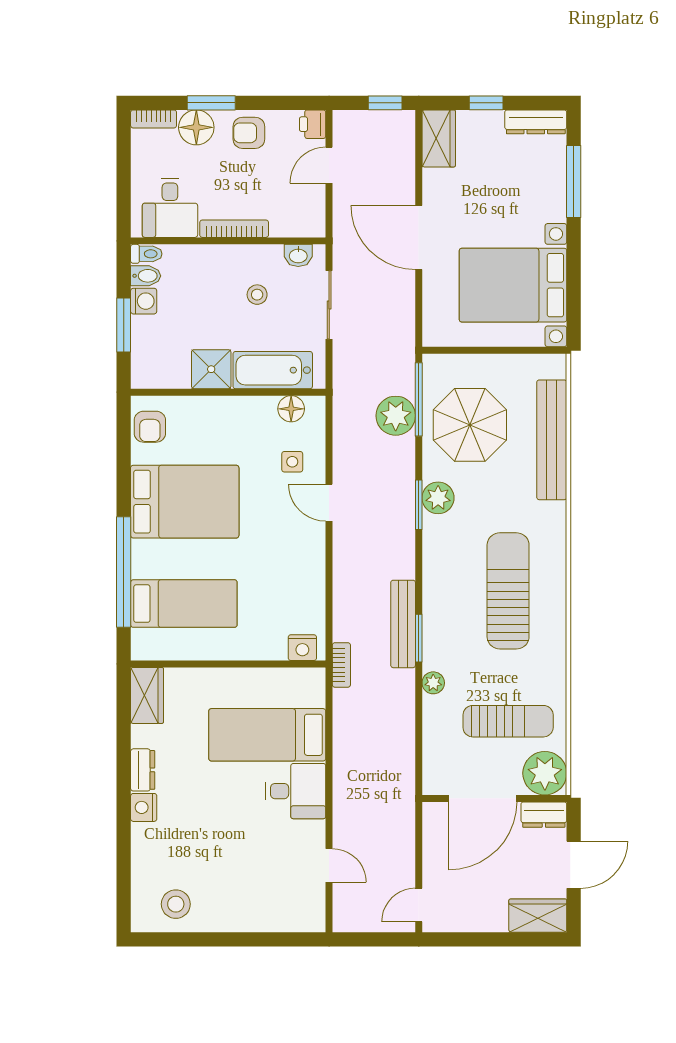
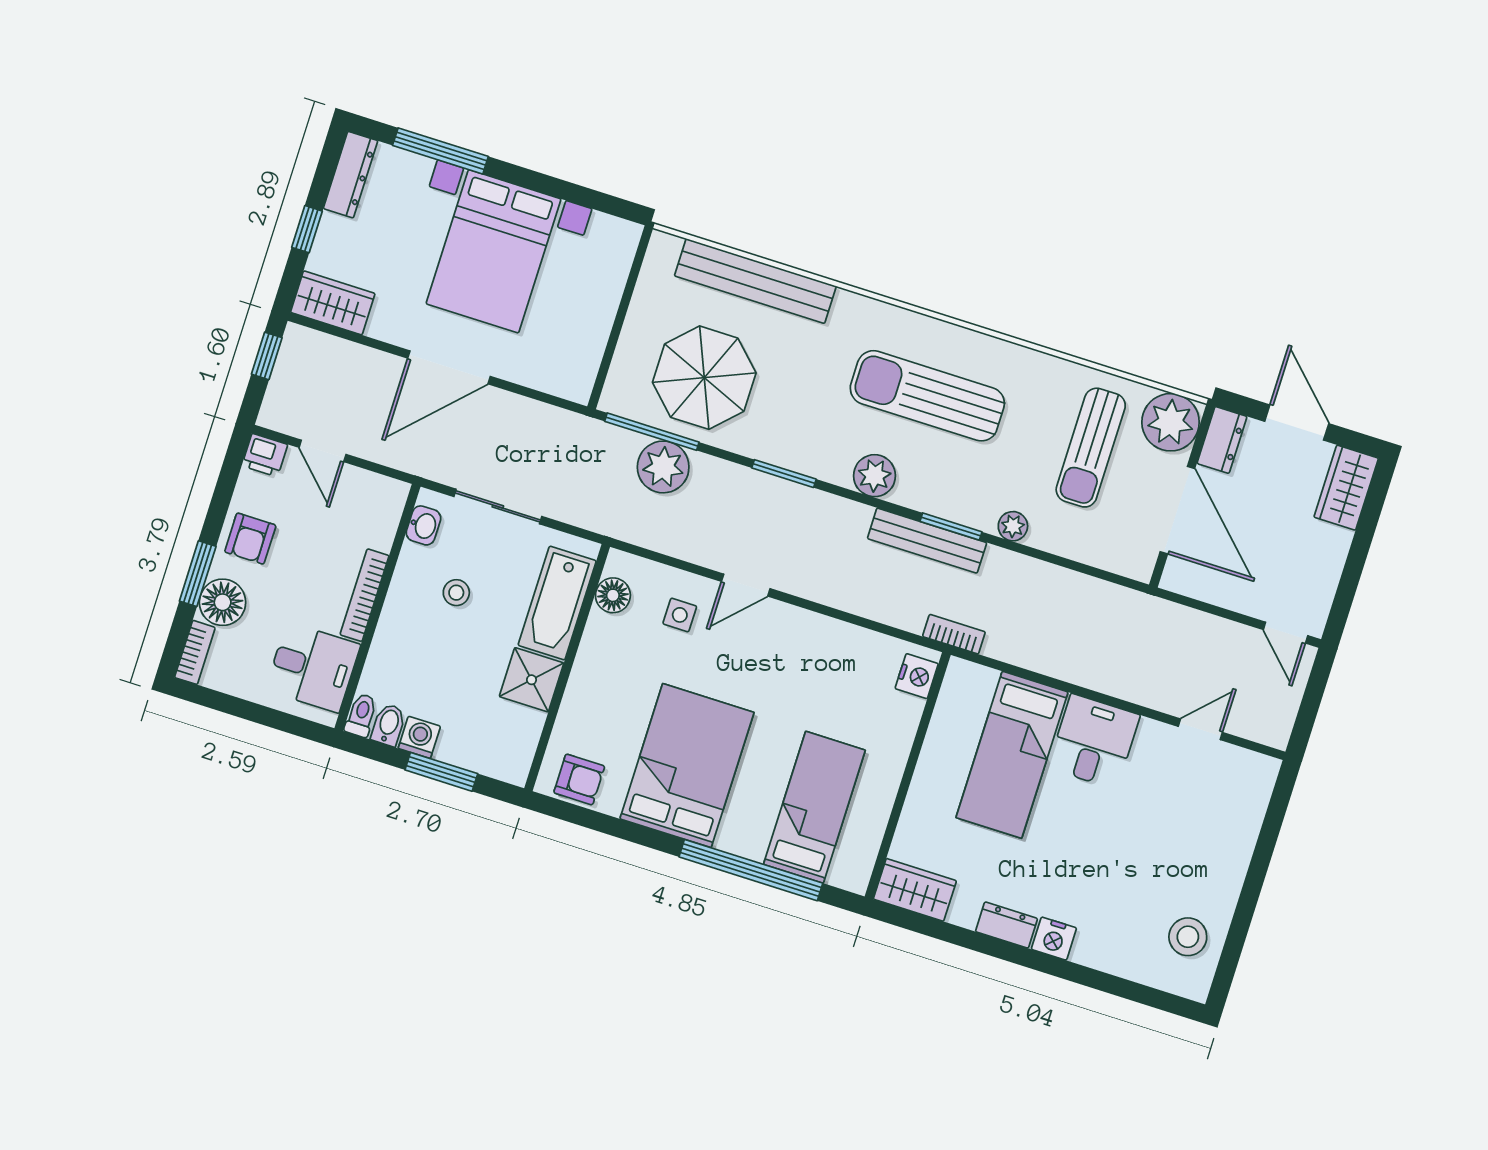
bed with nightstands: (513, 285) -> (494, 251), moved
plant: (438, 498) -> (875, 476), moved
sun lounger: (508, 721) -> (1091, 448), turned 180

